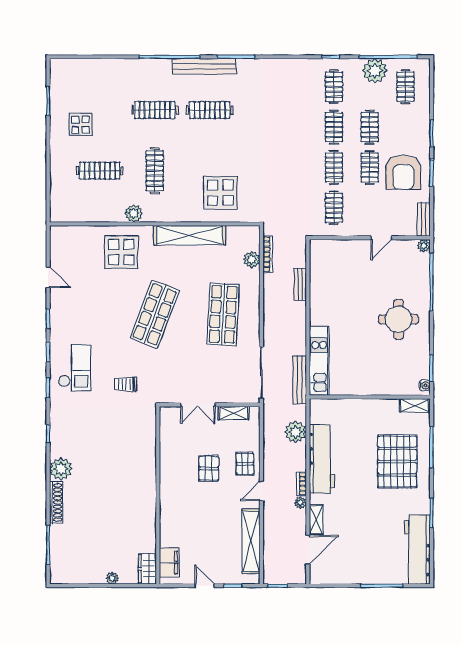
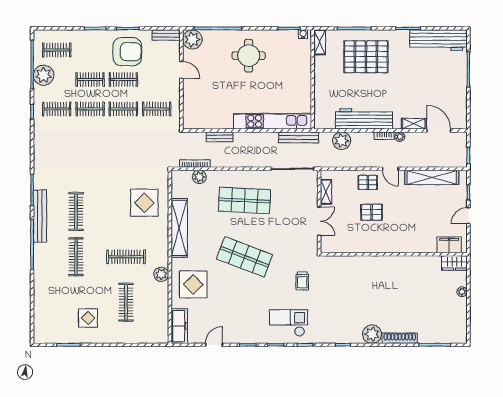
freezer: (71, 235) -> (179, 326), added
plant: (424, 246) -> (192, 39), width x1.87, depth x1.87
kitchen unit: (319, 361) -> (273, 121), width x1.36

